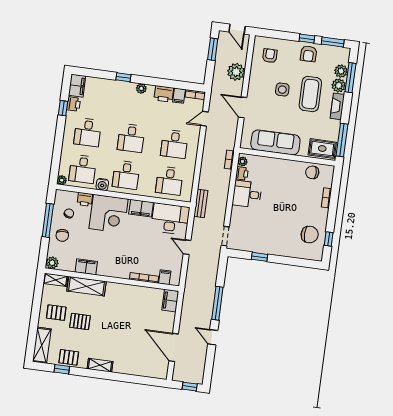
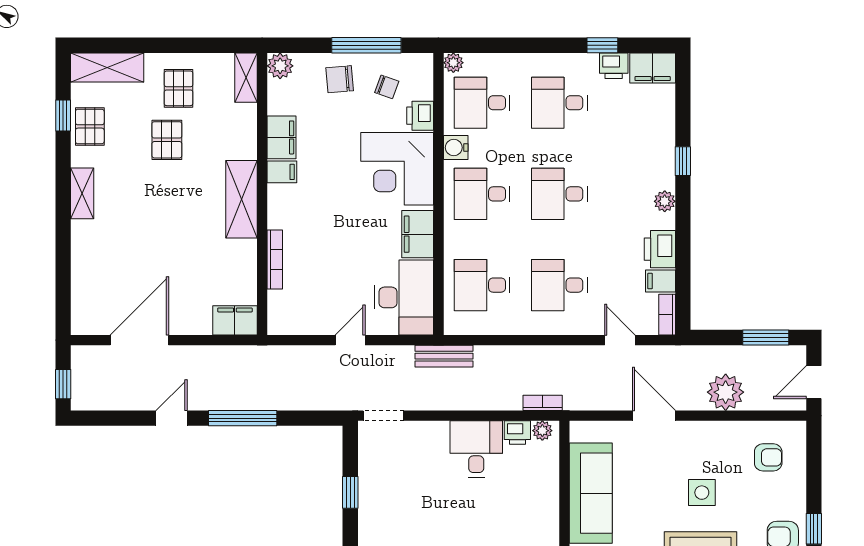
door: (243, 107) -> (654, 416), hinge flipped
filing cabinet: (165, 277) -> (282, 172), moved
shelving: (86, 286) -> (241, 199), moved

